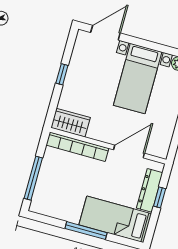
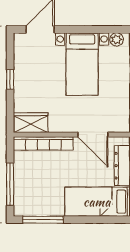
door: (129, 152) -> (93, 135), swing flipped
window: (86, 231) -> (43, 220), moved

